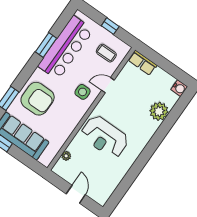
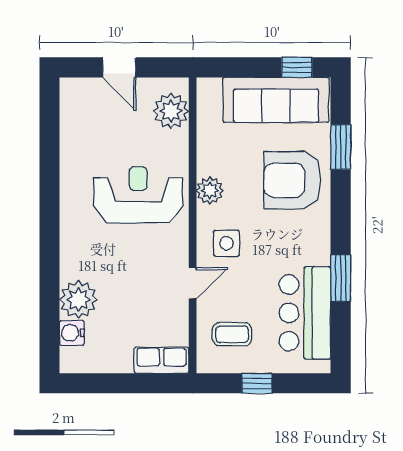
bar counter: (66, 48) -> (305, 313), width x0.73
water cooler: (179, 88) -> (72, 333), moved
plant: (74, 118) -> (210, 191), added
plant: (66, 156) -> (171, 111), width x1.87, depth x1.87

